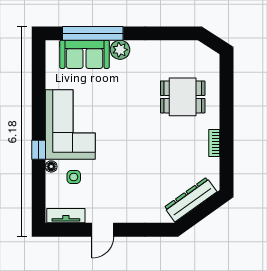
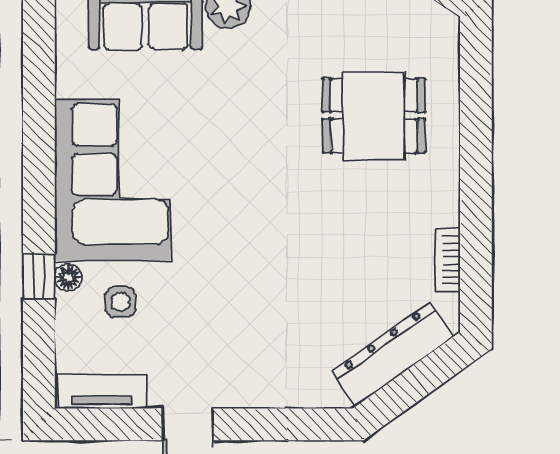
bookcase: (214, 143) -> (447, 260), moved
window: (39, 150) -> (39, 276), moved

